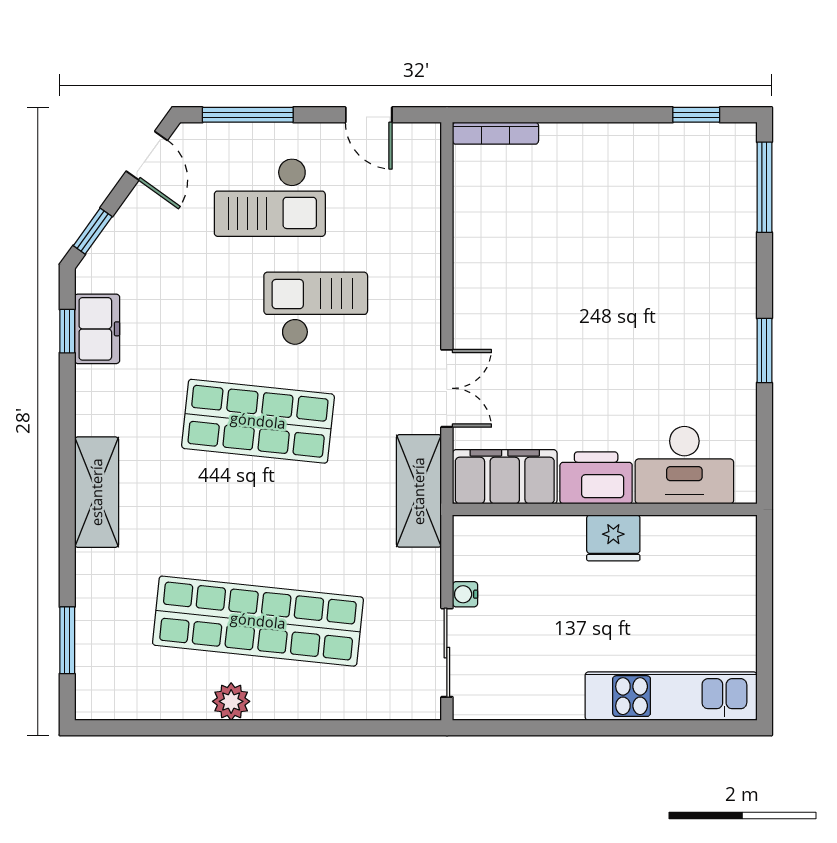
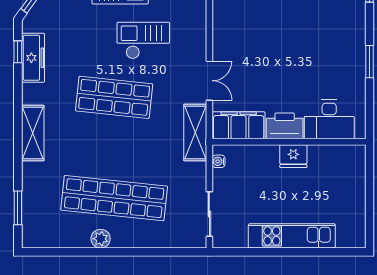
freezer: (97, 329) -> (33, 58), width x1.40
water cooler: (465, 594) -> (219, 161), moved
kitchen unit: (671, 696) -> (292, 236), moved

